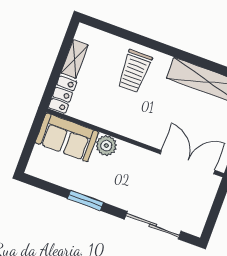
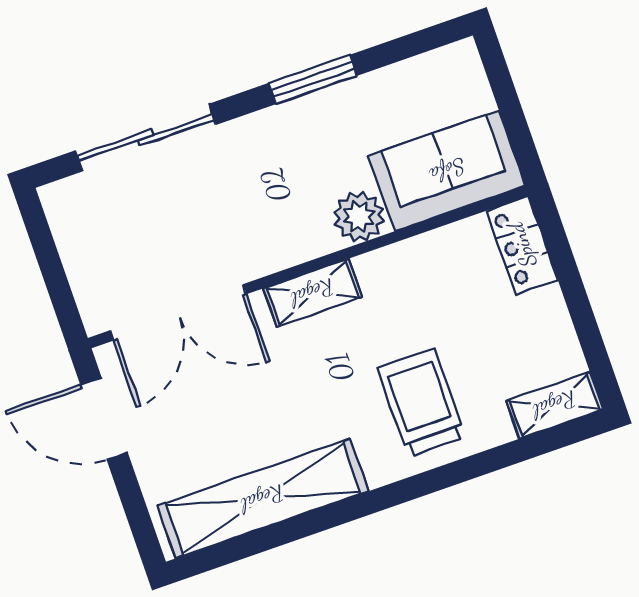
shelving: (74, 59) -> (555, 405), moved, turned 90
shelving: (140, 134) -> (313, 293), added

